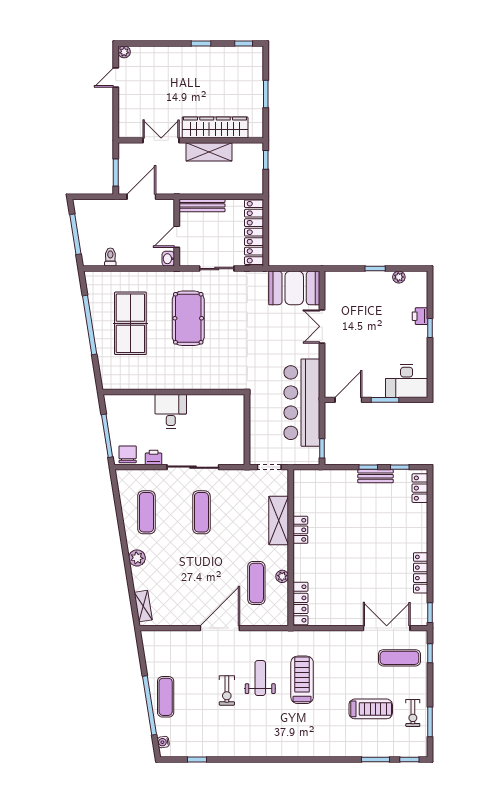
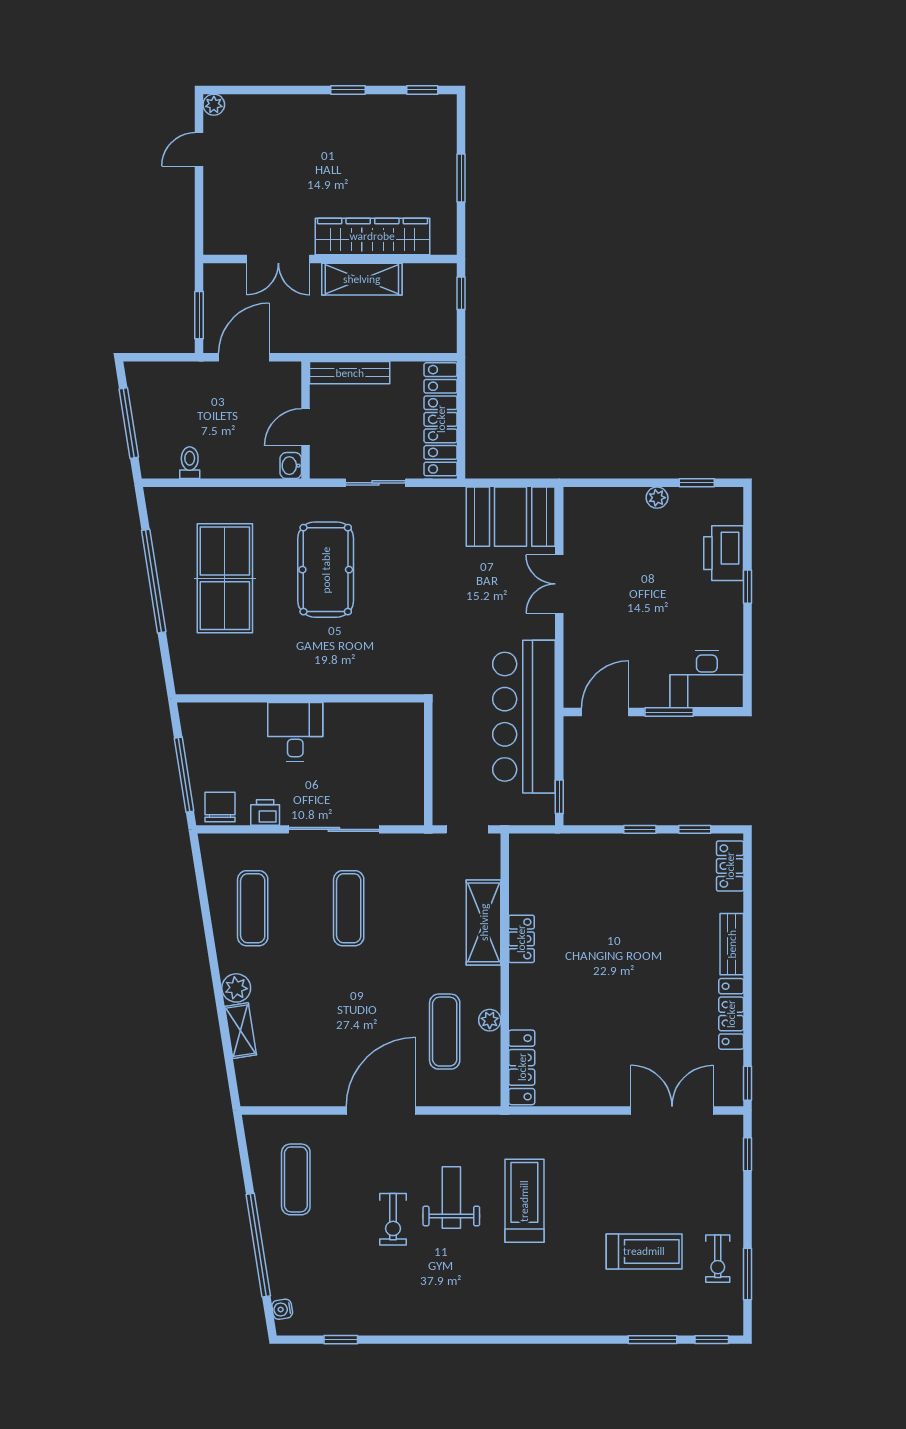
double door: (161, 140) -> (278, 259), swing flipped
window: (375, 269) -> (697, 483), moved
plant: (399, 277) -> (657, 498), moved
printer: (420, 316) -> (724, 553), width x1.87, depth x1.48
bench: (376, 476) -> (732, 944), moved, turned 90
shelving: (143, 606) -> (241, 1031), moved
exercise mat: (399, 658) -> (694, 1162), removed
exercise mat: (166, 697) -> (296, 1179), moved

